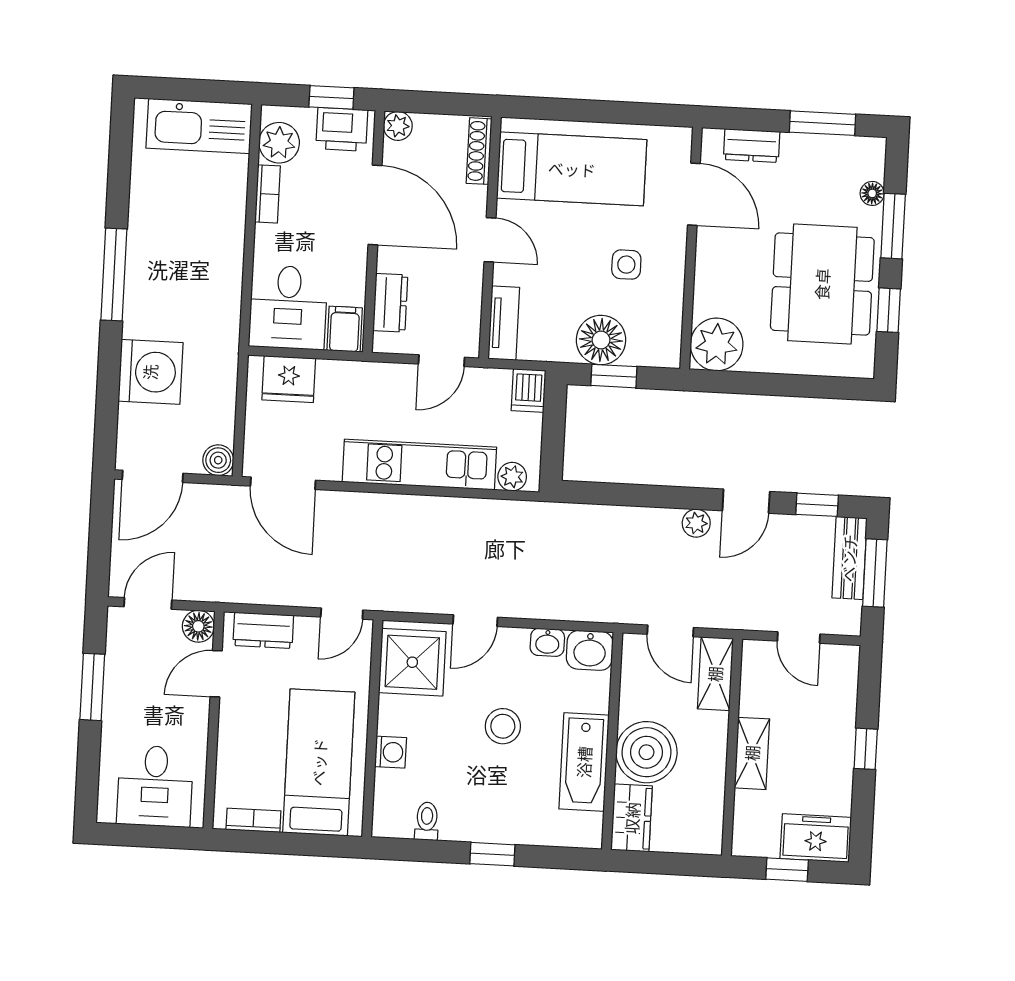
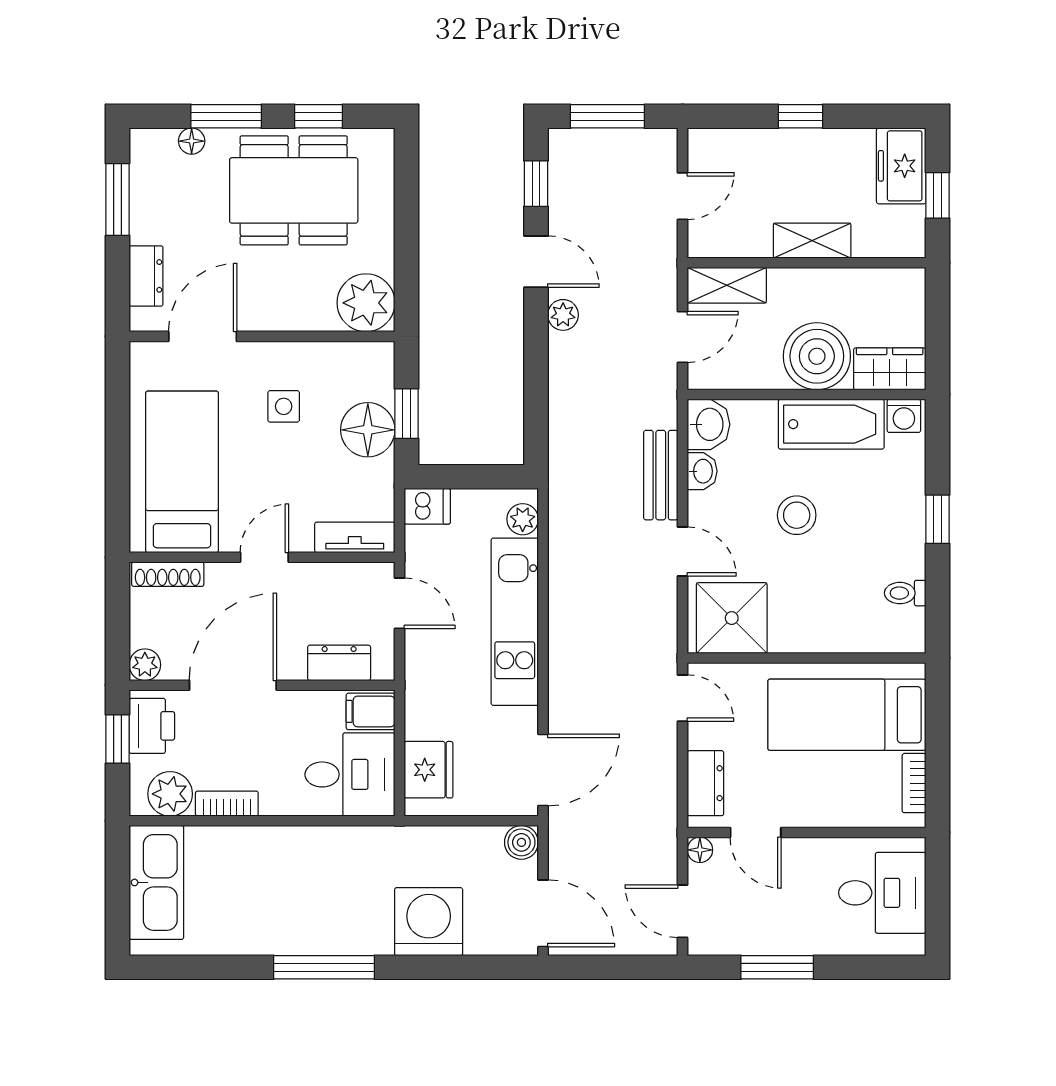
bench: (849, 558) -> (661, 475), moved, turned 90
floor lamp: (198, 626) -> (700, 850), width x0.73, depth x0.73
washing machine: (391, 752) -> (904, 416), moved, turned 180

